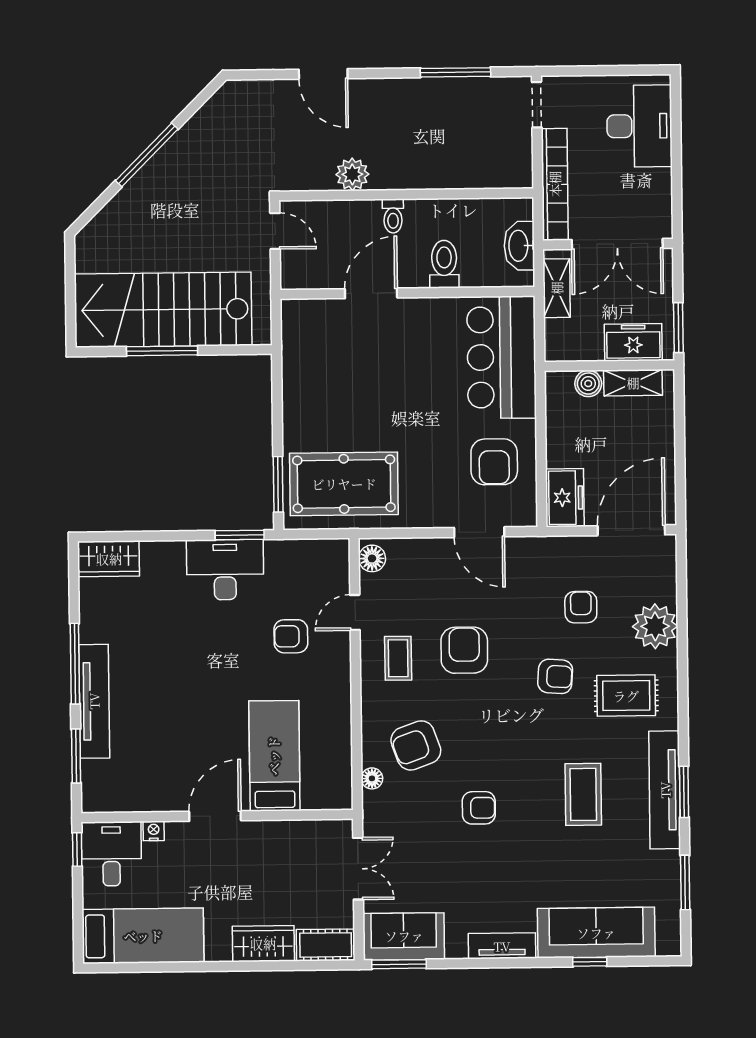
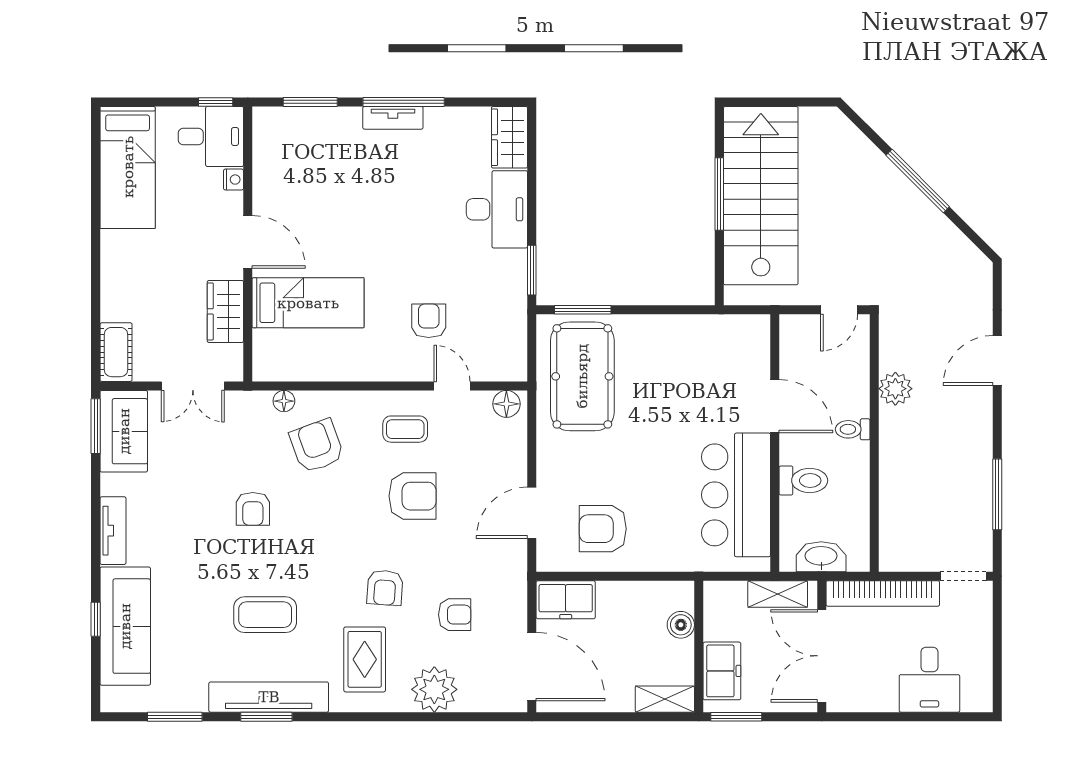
desk: (639, 126) -> (929, 680), width x0.73
bar counter: (502, 357) -> (736, 495), moved, turned -90
shelving: (633, 383) -> (665, 699), moved, turned 90
desk: (225, 570) -> (497, 209), moved
tv unit: (94, 701) -> (393, 118), width x0.52, depth x0.78
wardrobe: (263, 944) -> (225, 311), moved, turned 180

